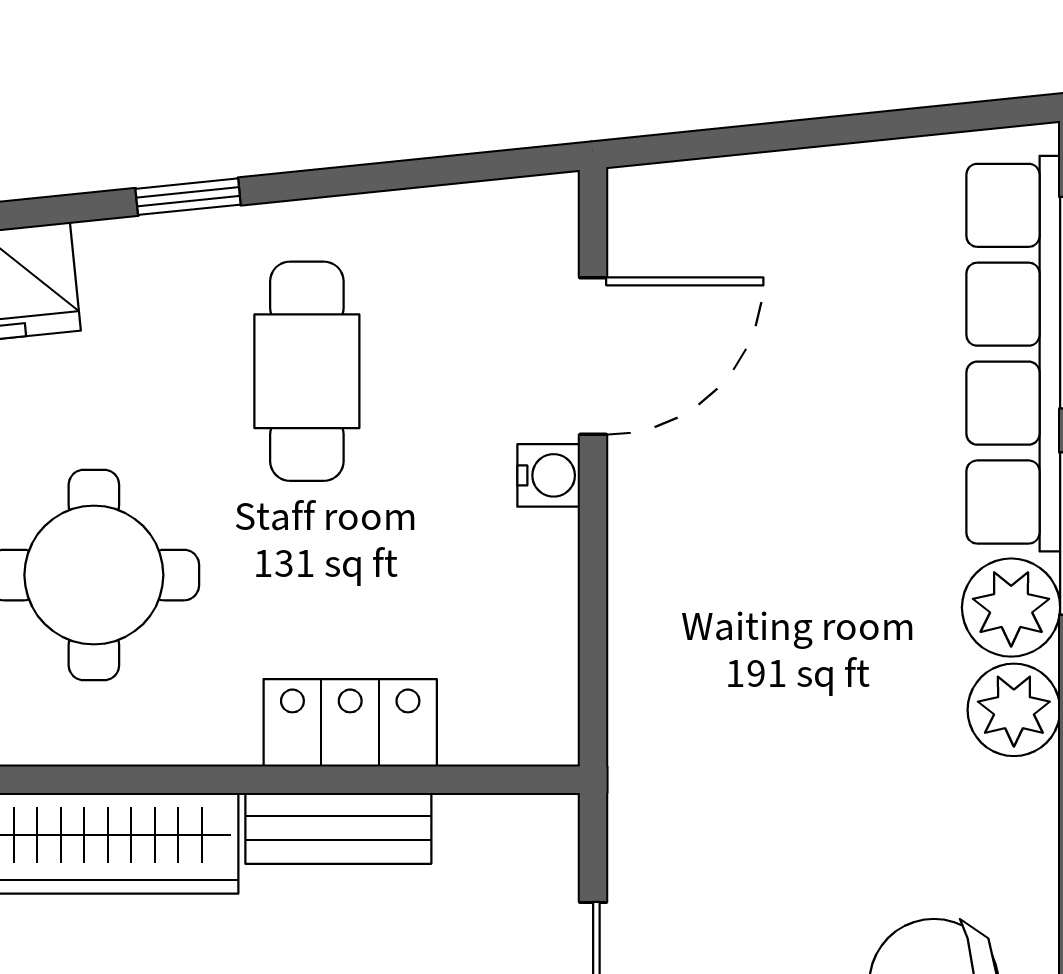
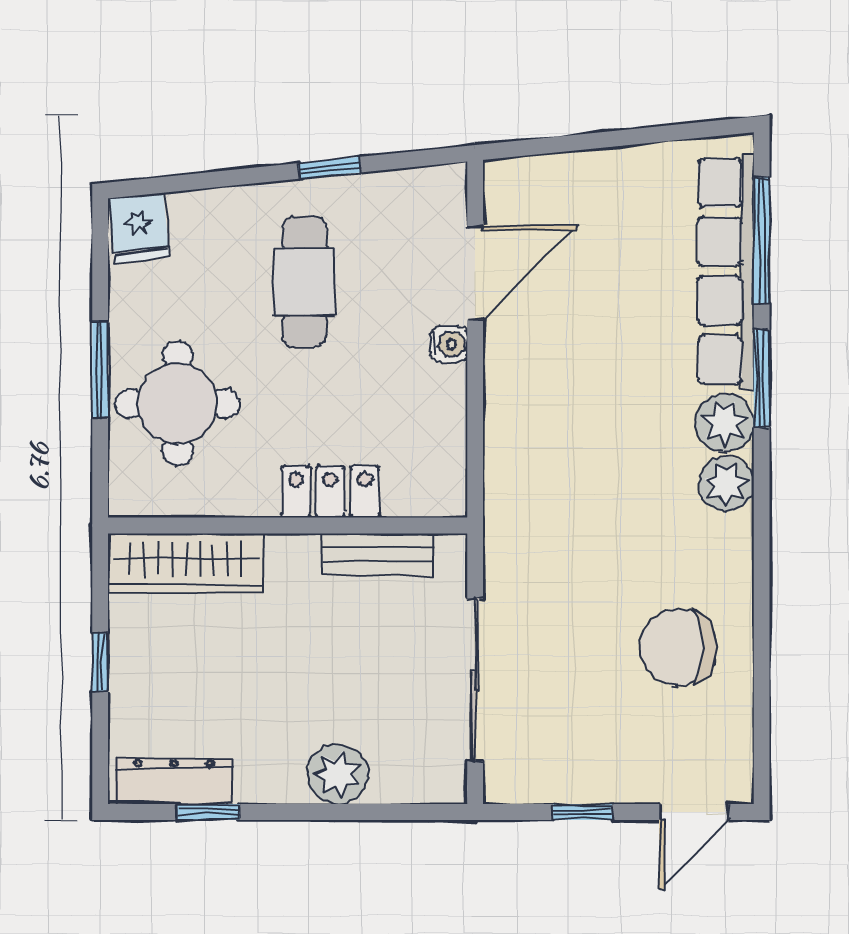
window: (188, 197) -> (330, 168), moved
bench: (338, 828) -> (378, 554), moved

